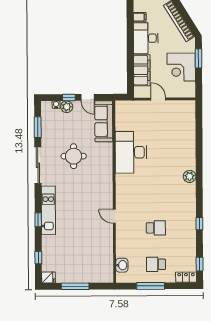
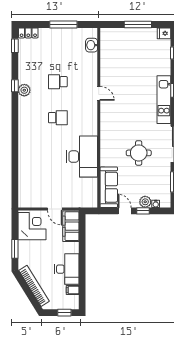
corner desk: (181, 67) -> (32, 226), moved
filing cabinet: (142, 70) -> (71, 226), moved
plant: (190, 176) -> (24, 90), moved
school desk: (156, 264) -> (58, 118), moved

